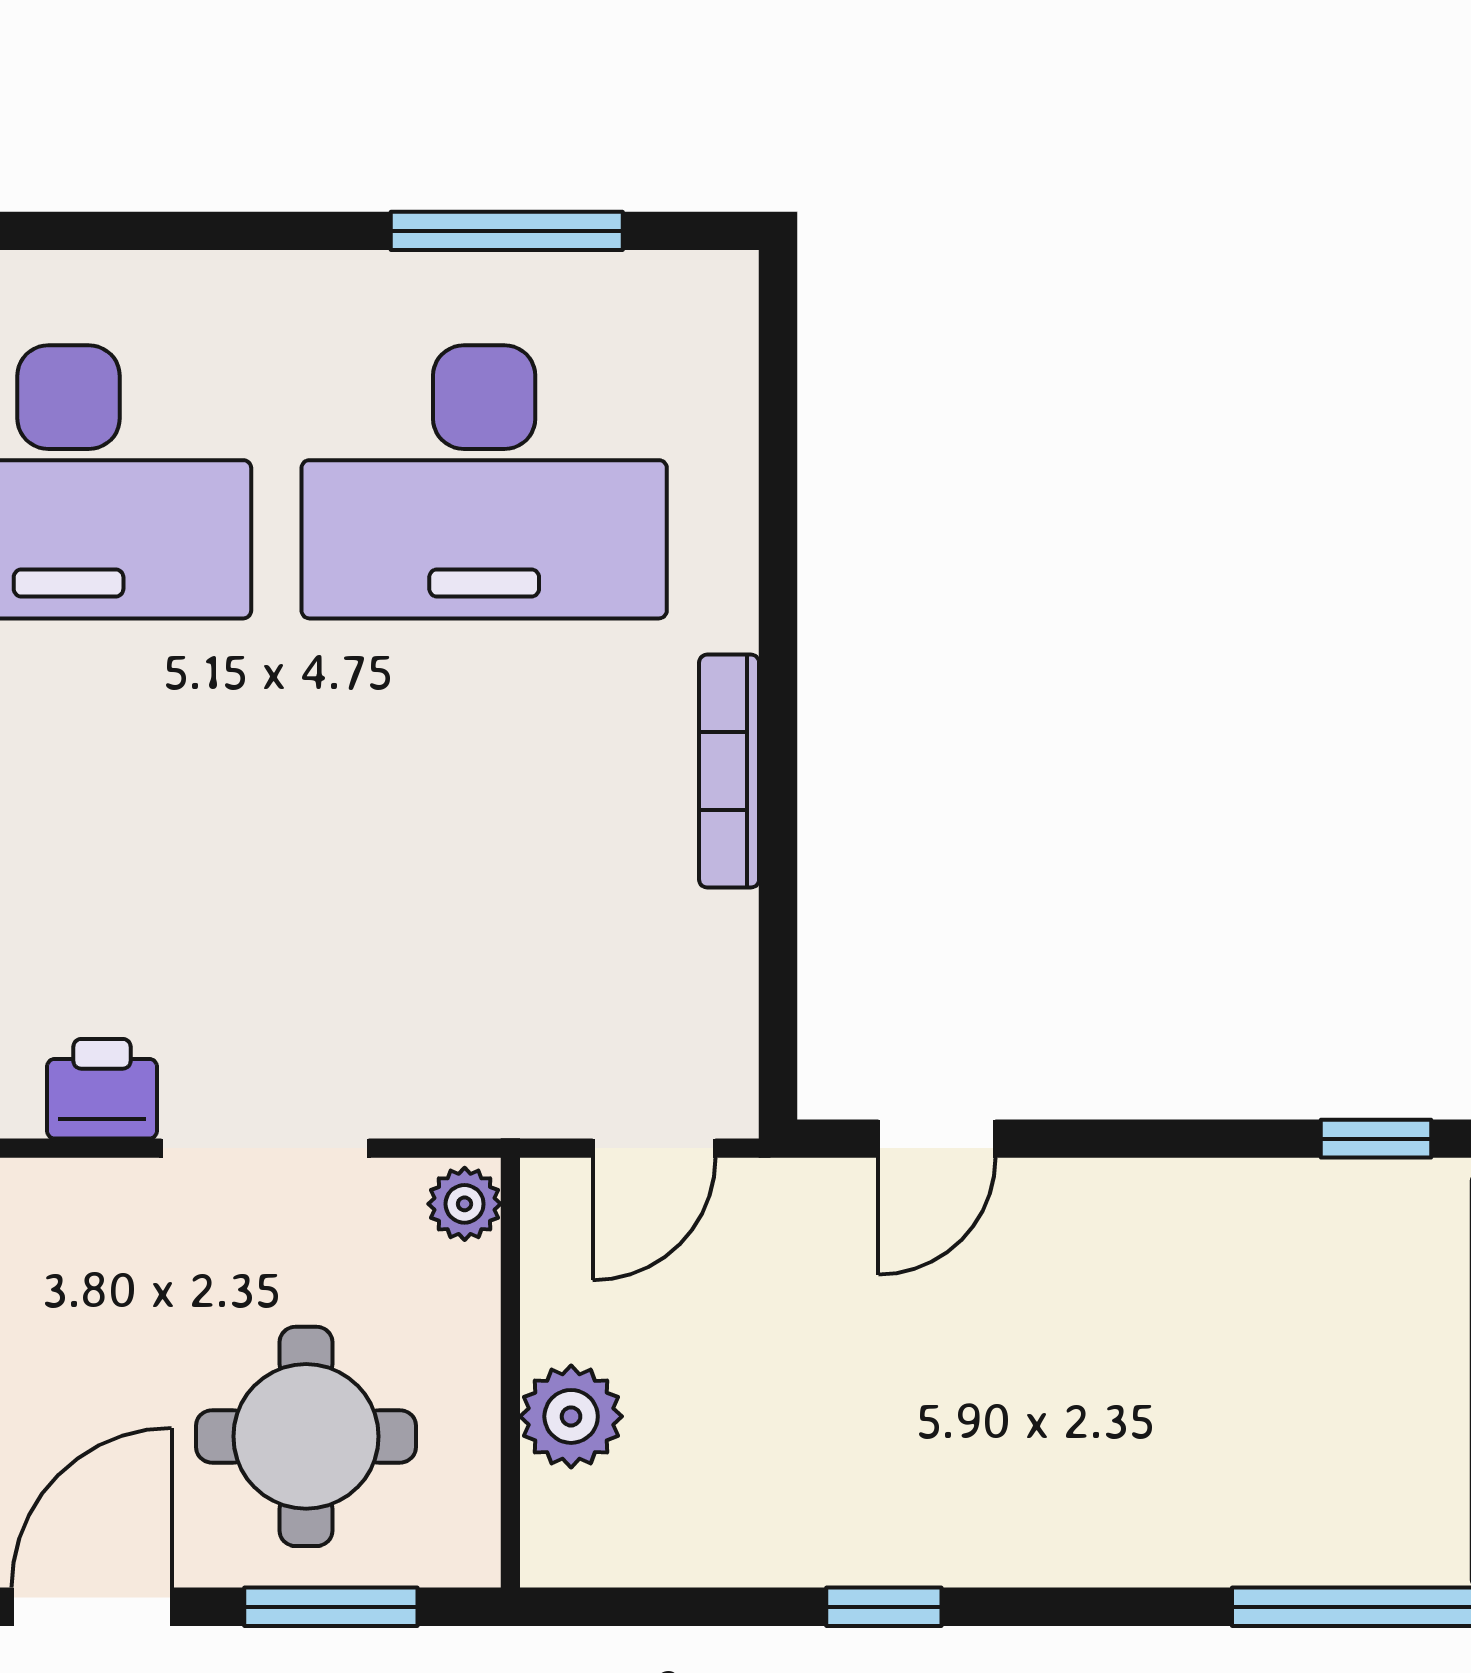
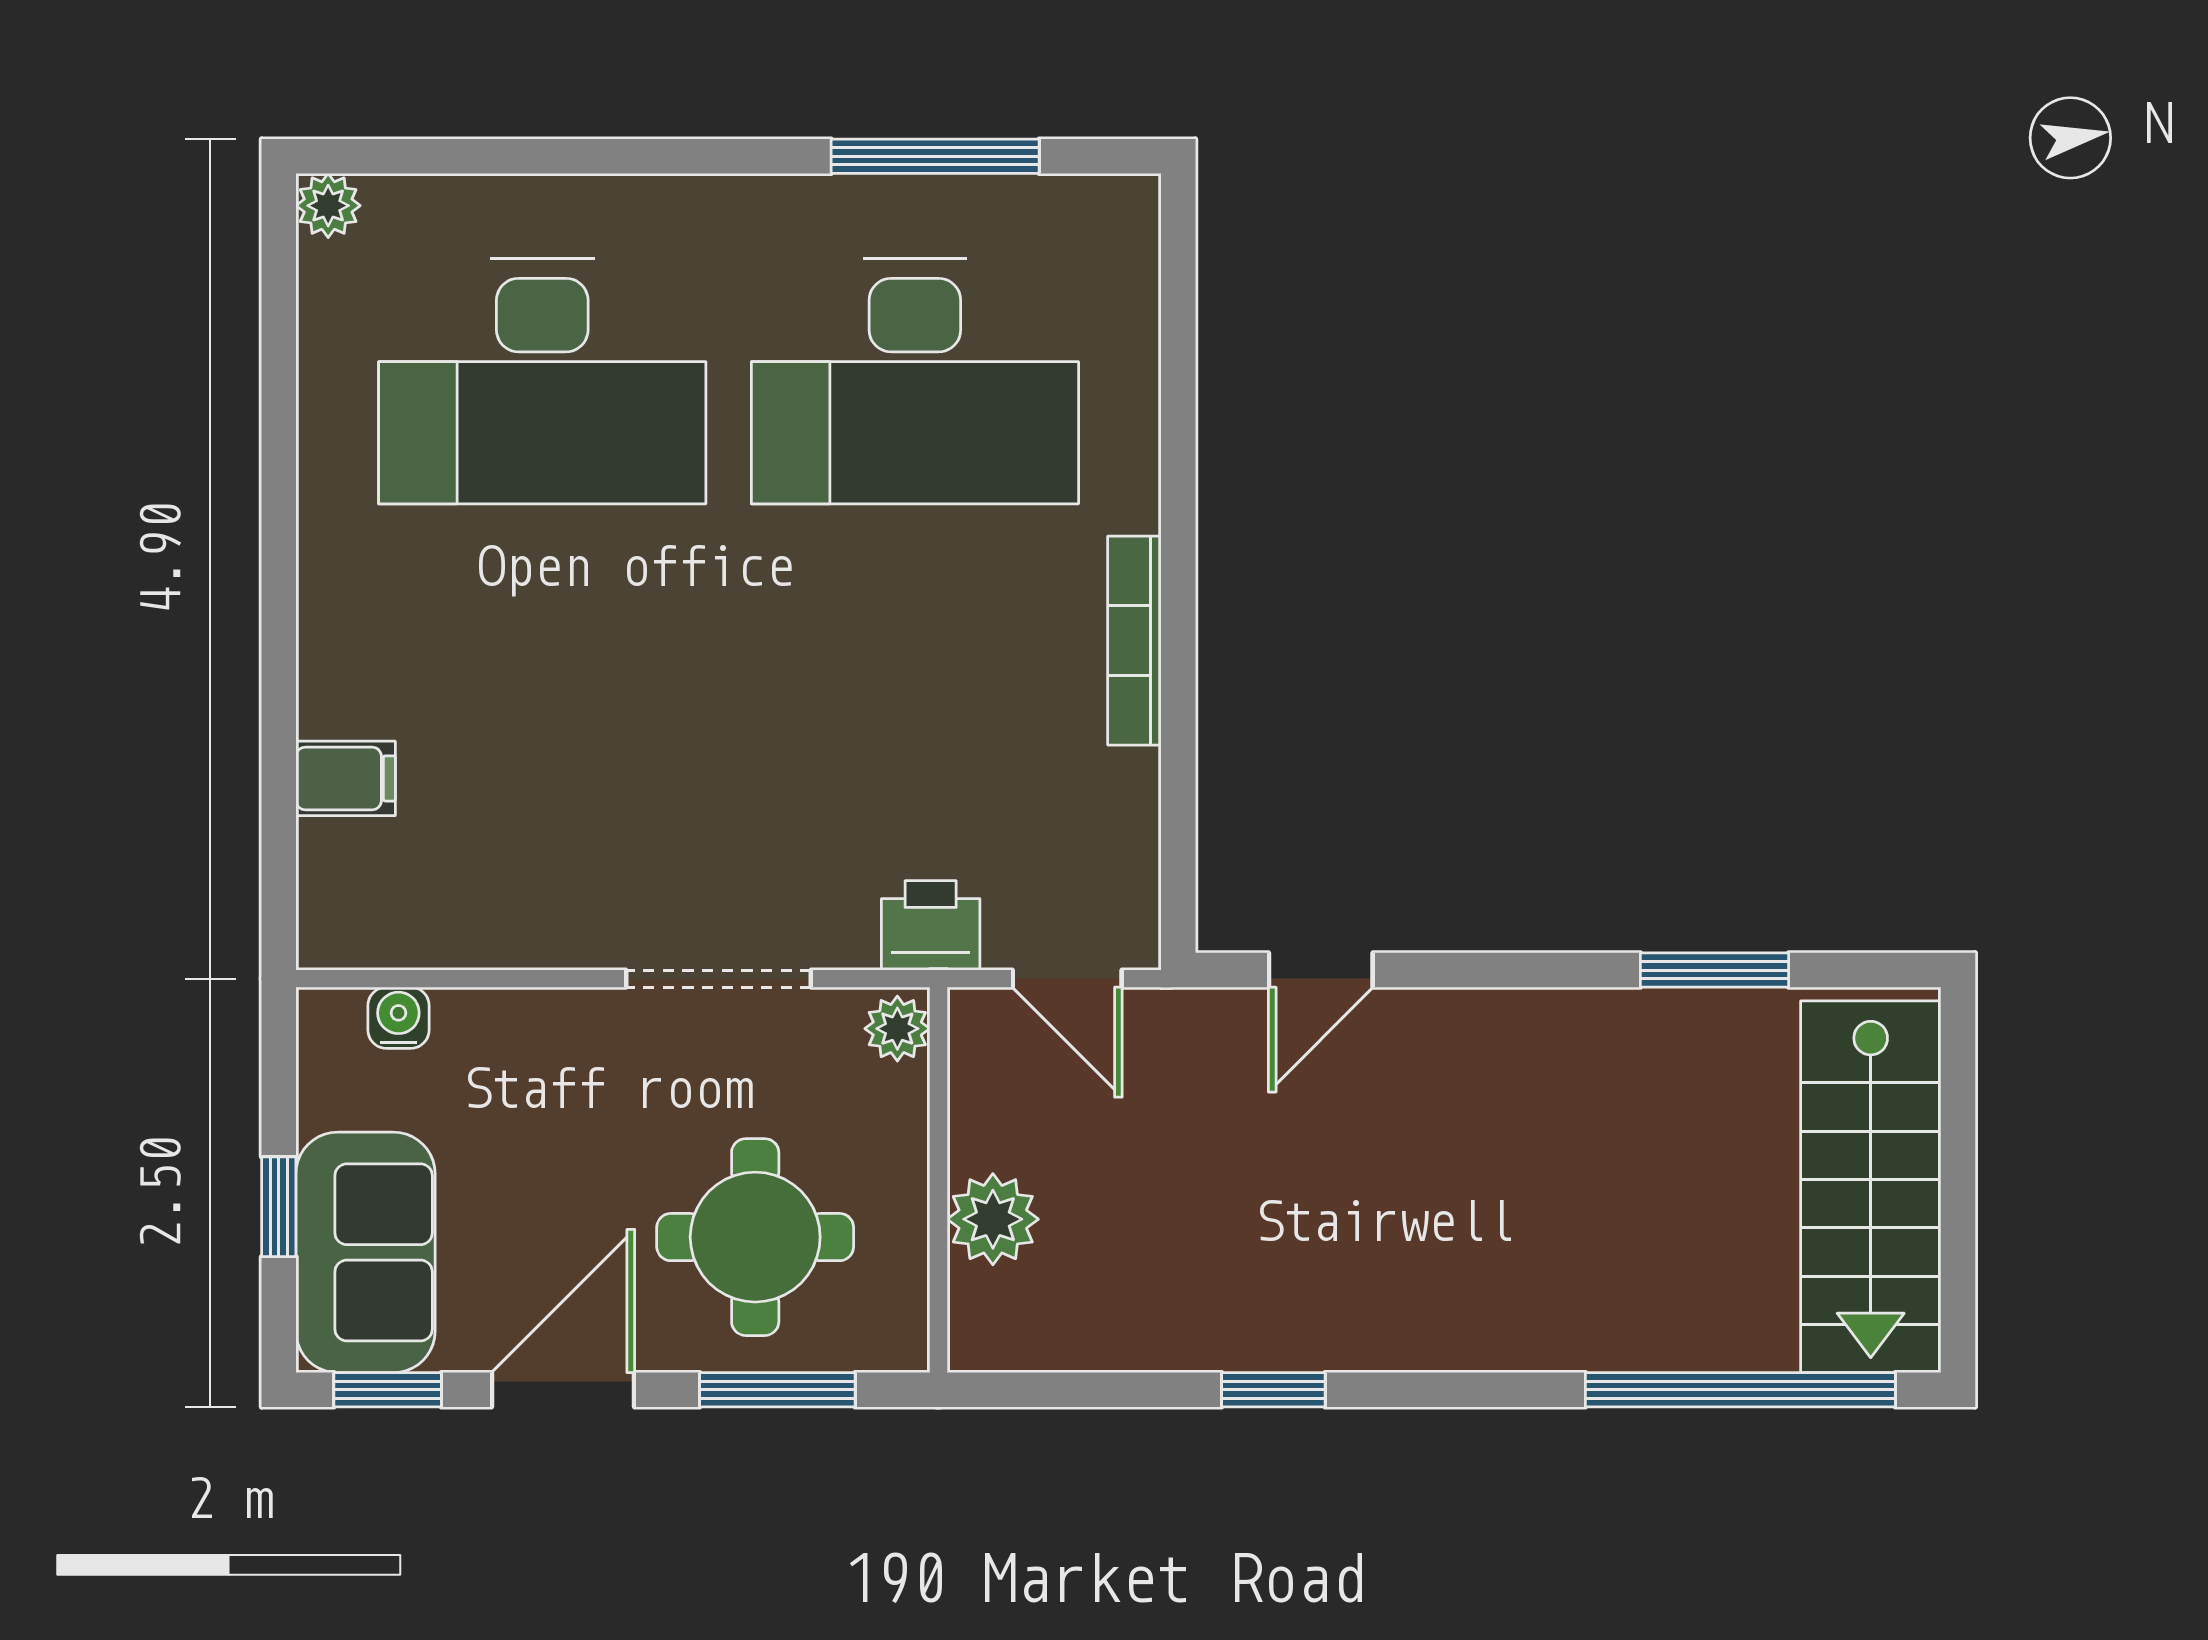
printer: (102, 1089) -> (931, 925), moved
window: (1376, 1139) -> (1715, 970), width x1.50
door: (654, 1148) -> (1067, 979), hinge flipped

